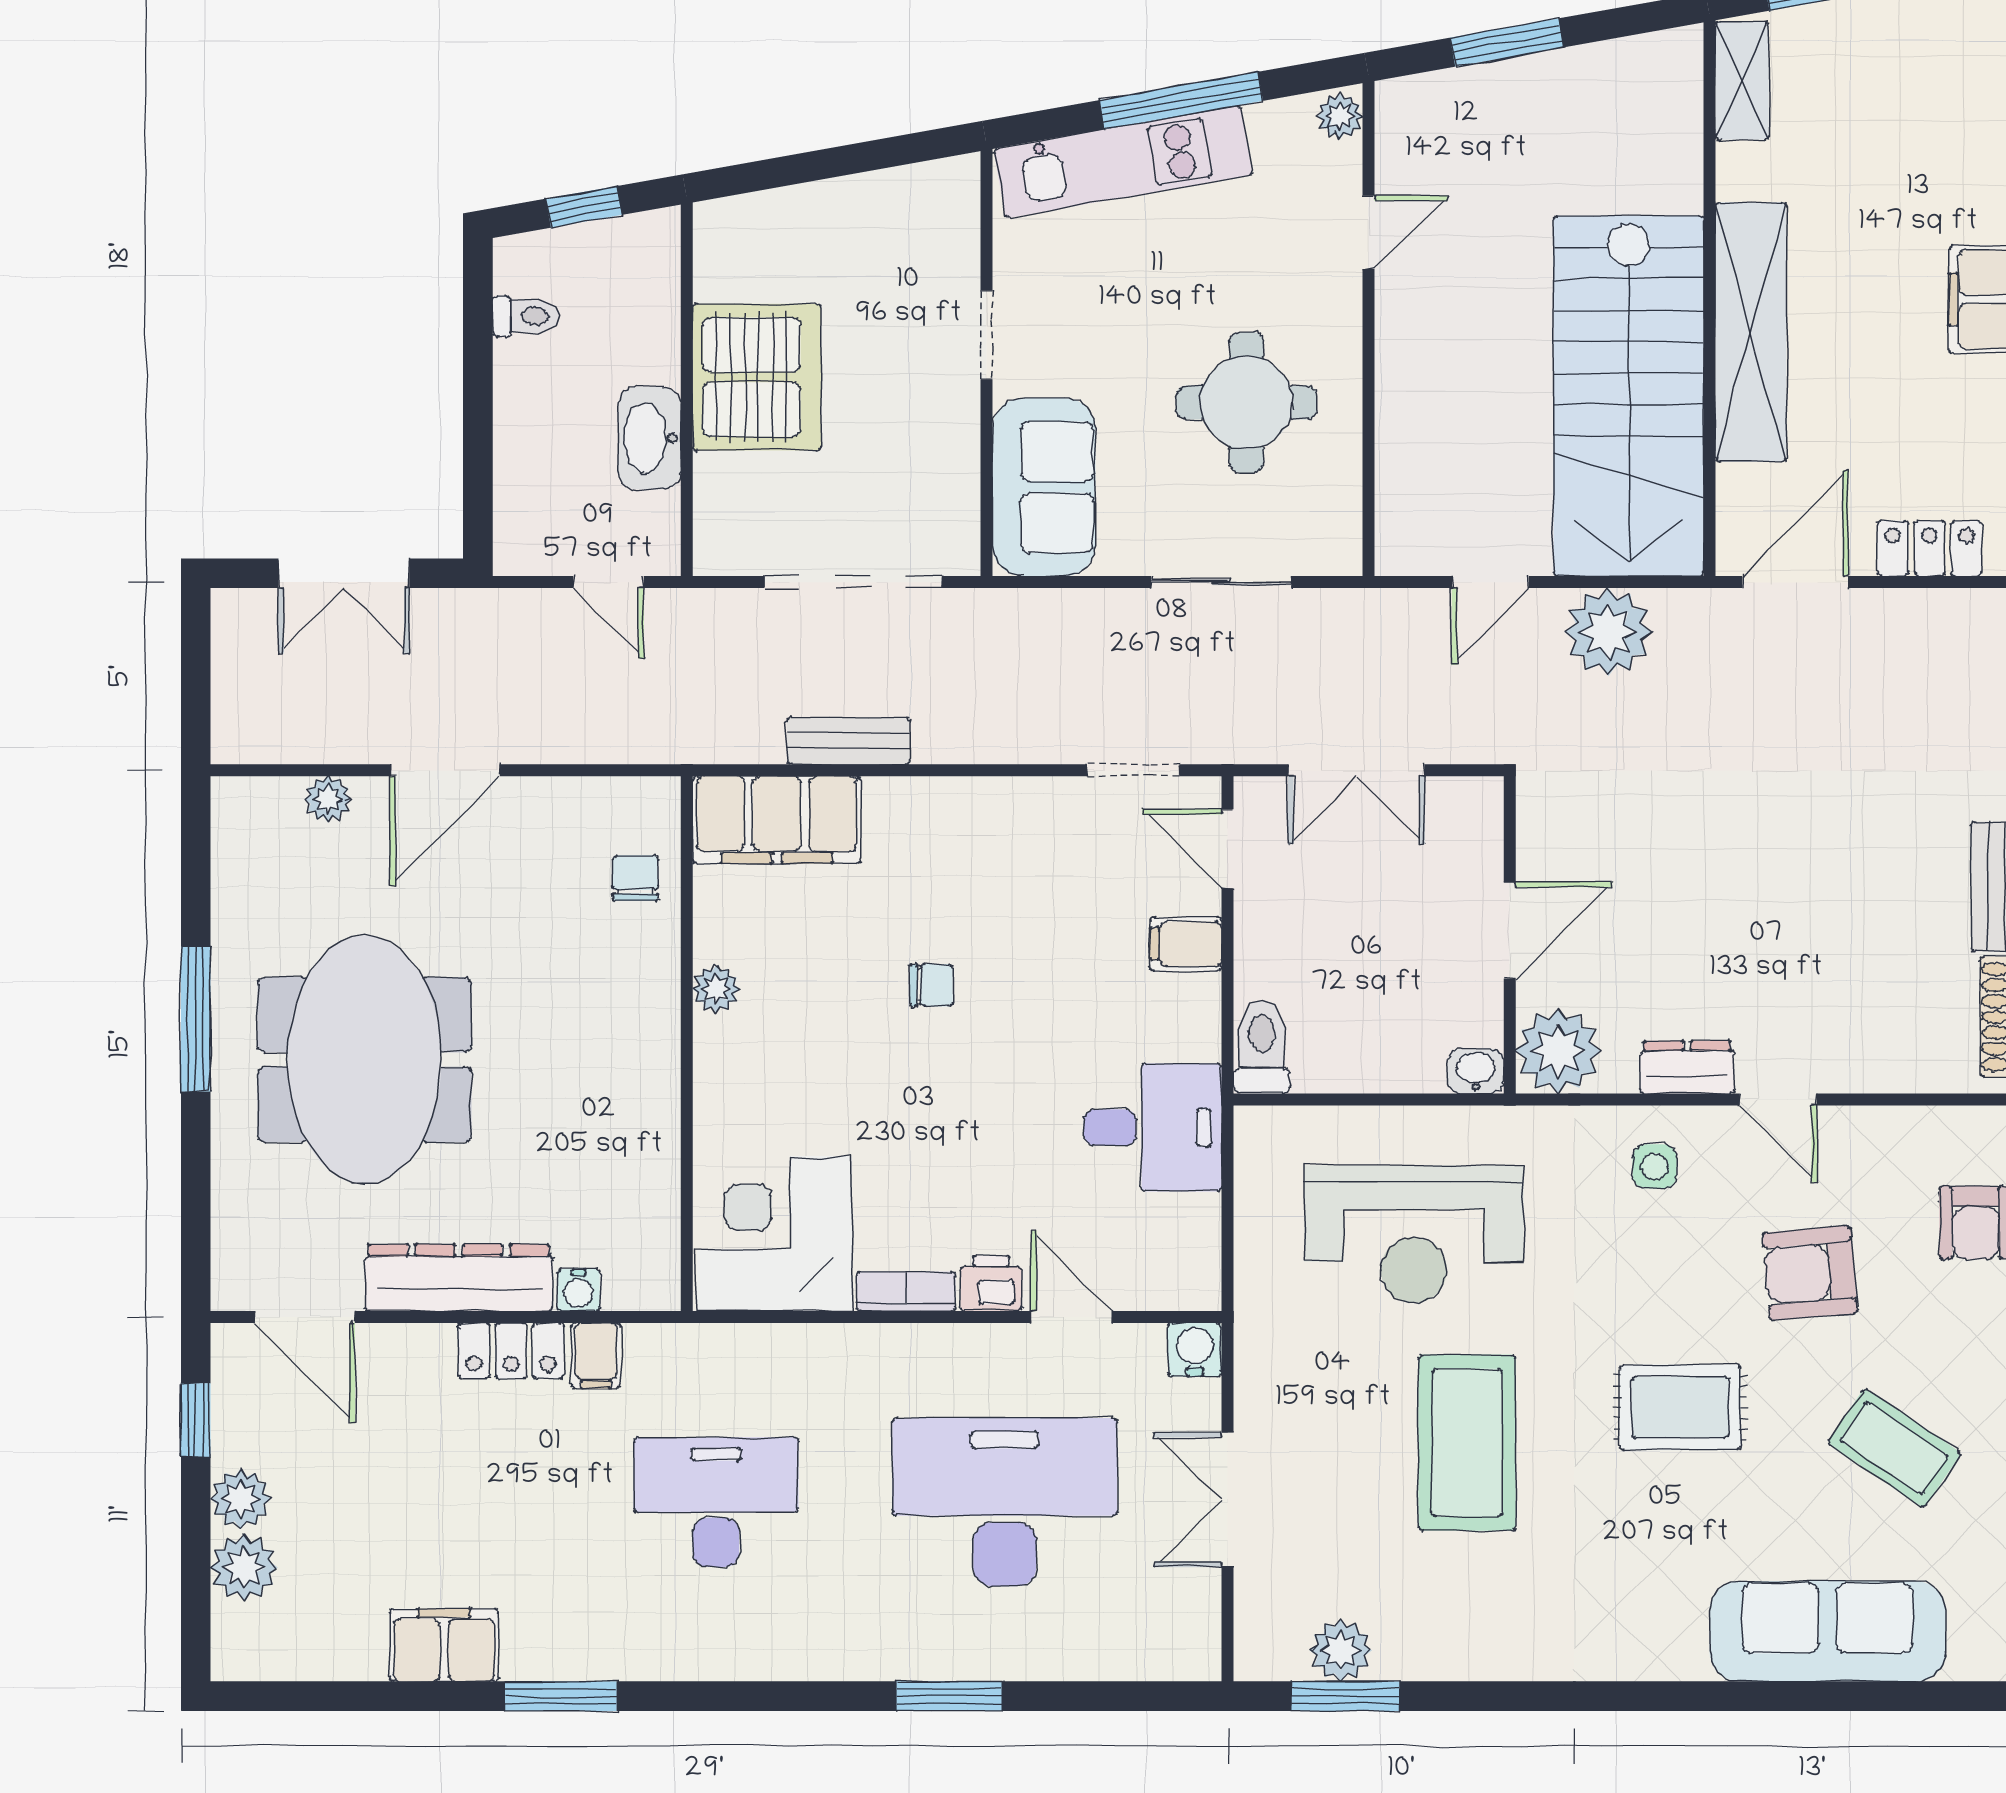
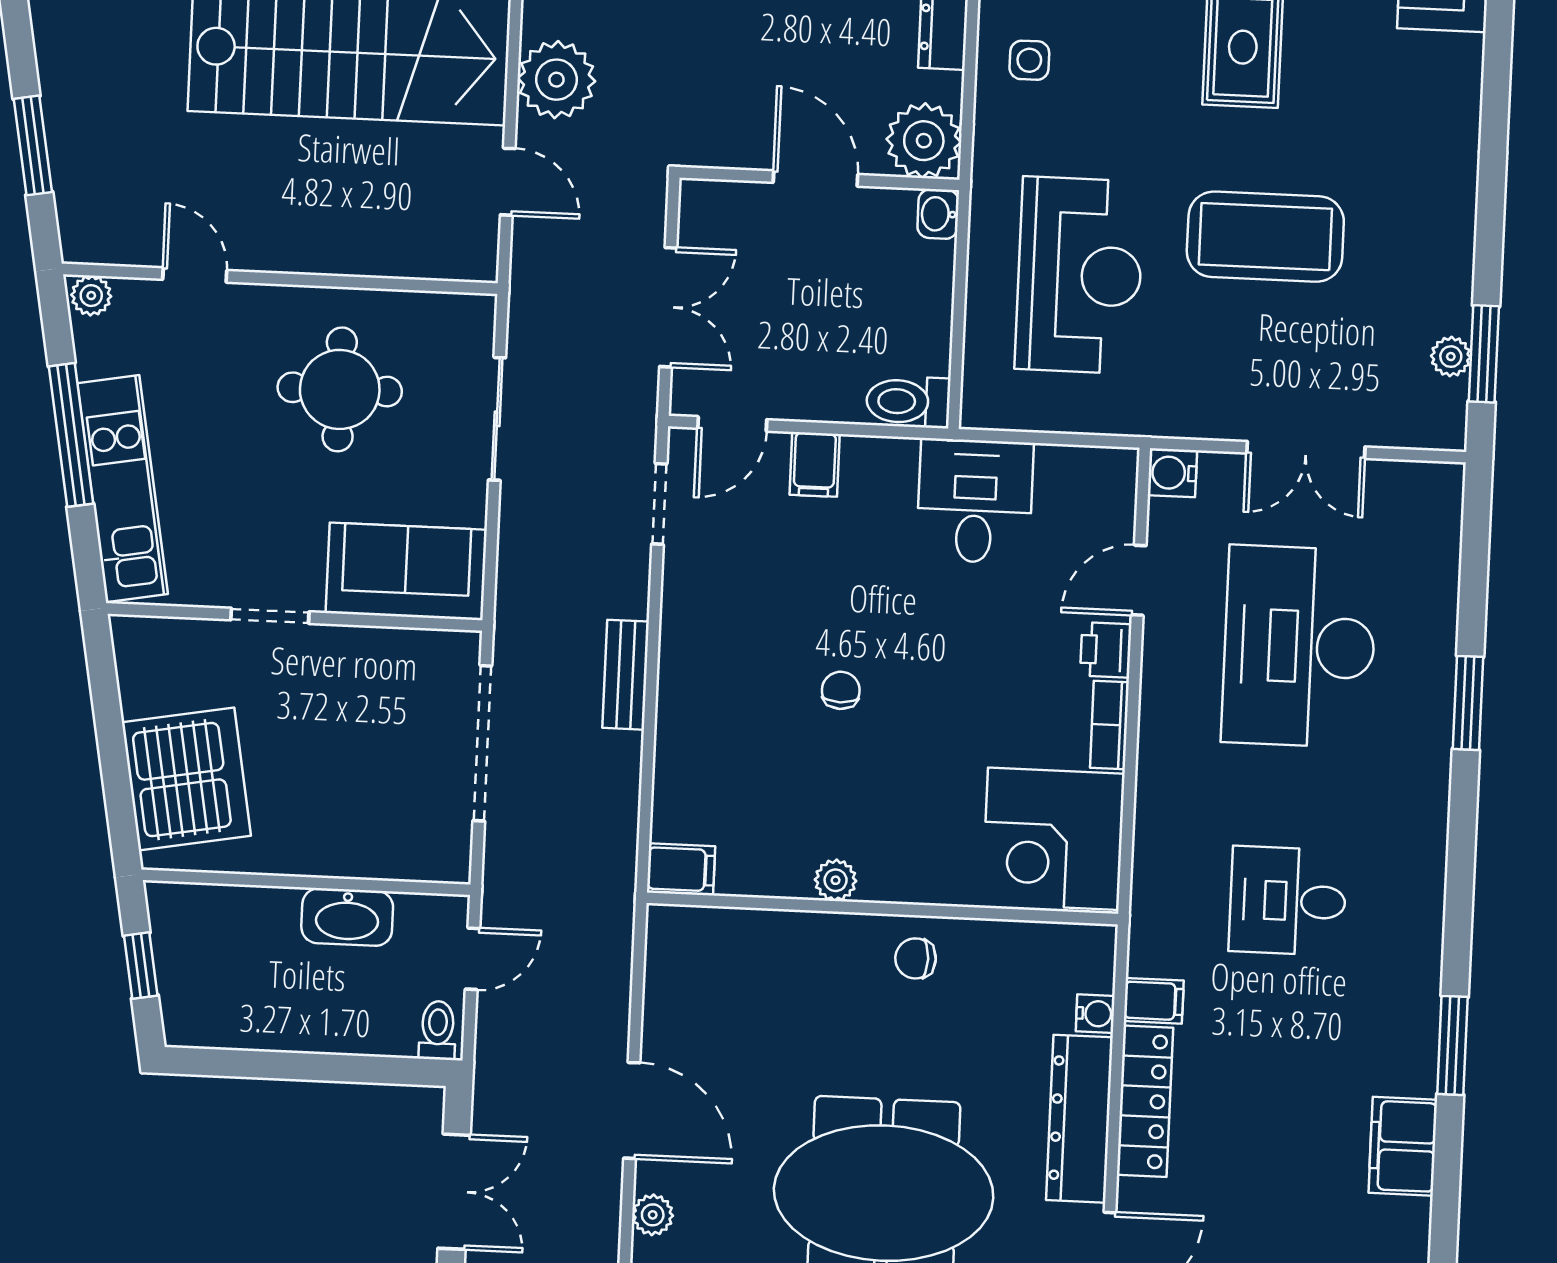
toilet: (526, 316) -> (438, 1030), moved
server rack: (757, 377) -> (186, 779), moved, turned 80
bench: (848, 741) -> (626, 675), moved
filing cabinet: (777, 820) -> (681, 869), width x0.33, depth x0.86
chair: (635, 878) -> (916, 958), moved
locker: (511, 1351) -> (1145, 1101), width x1.53
desk: (716, 1502) -> (1288, 901), width x0.73
plant: (1341, 1650) -> (1451, 357), width x0.73, depth x0.73

